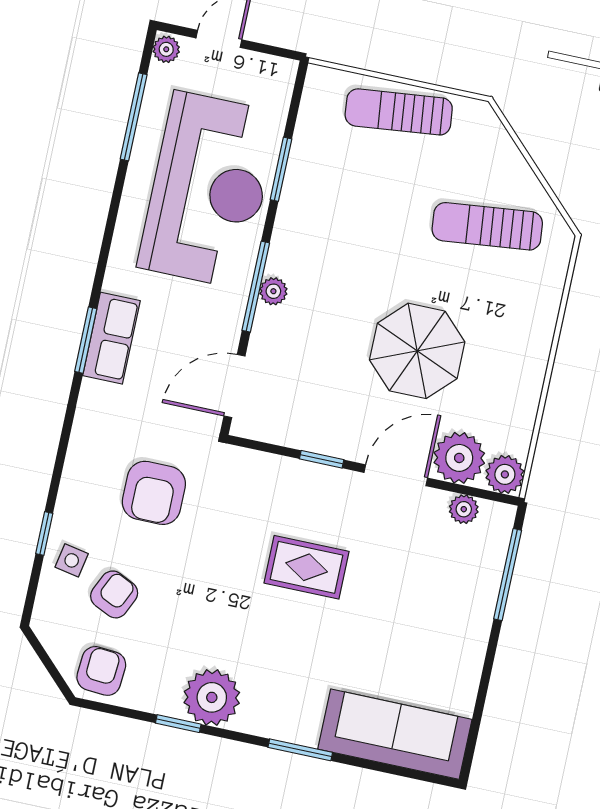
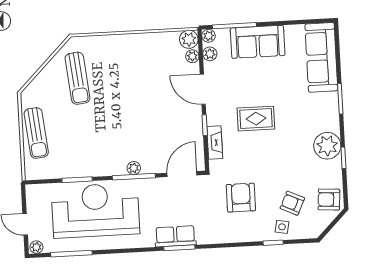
parasol: (417, 351) -> (143, 95), removed
door: (234, 386) -> (182, 174), swing flipped
plant: (459, 458) -> (192, 56), width x0.53, depth x0.53
fireplace: (281, 470) -> (215, 143), added
armchair: (154, 493) -> (241, 198), turned -90
plant: (501, 517) -> (209, 36), added
rug: (307, 567) -> (256, 119), turned 90
sofa: (462, 613) -> (258, 42), added

